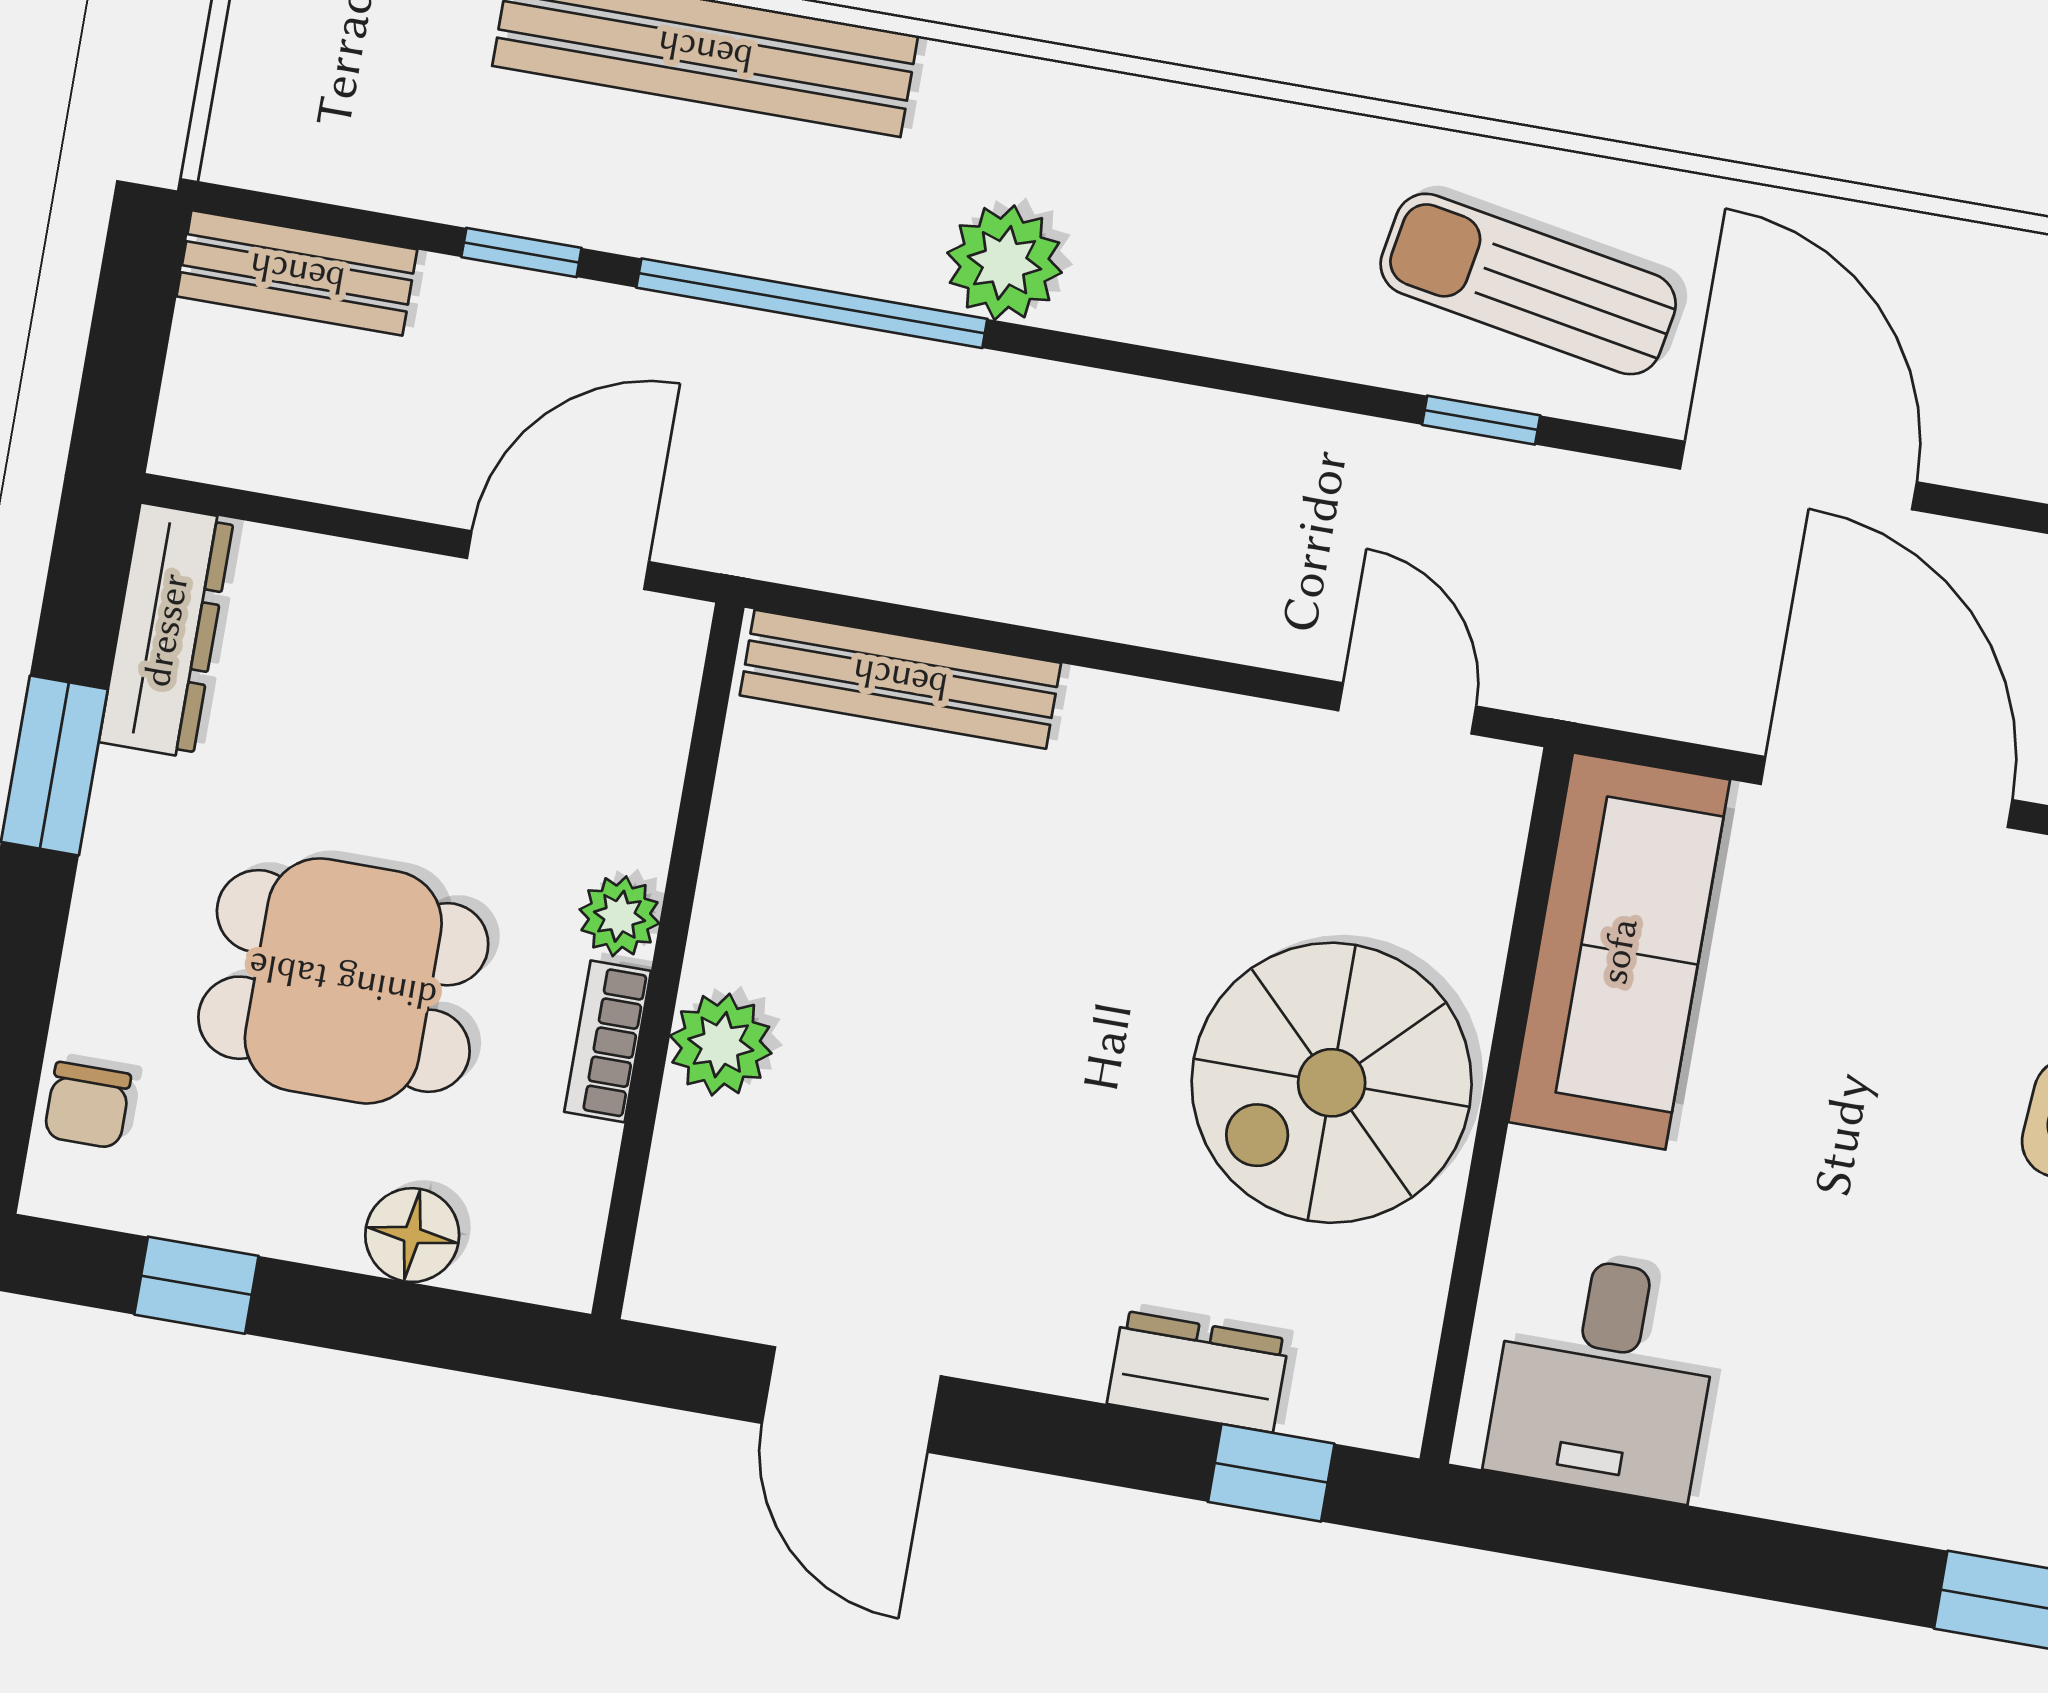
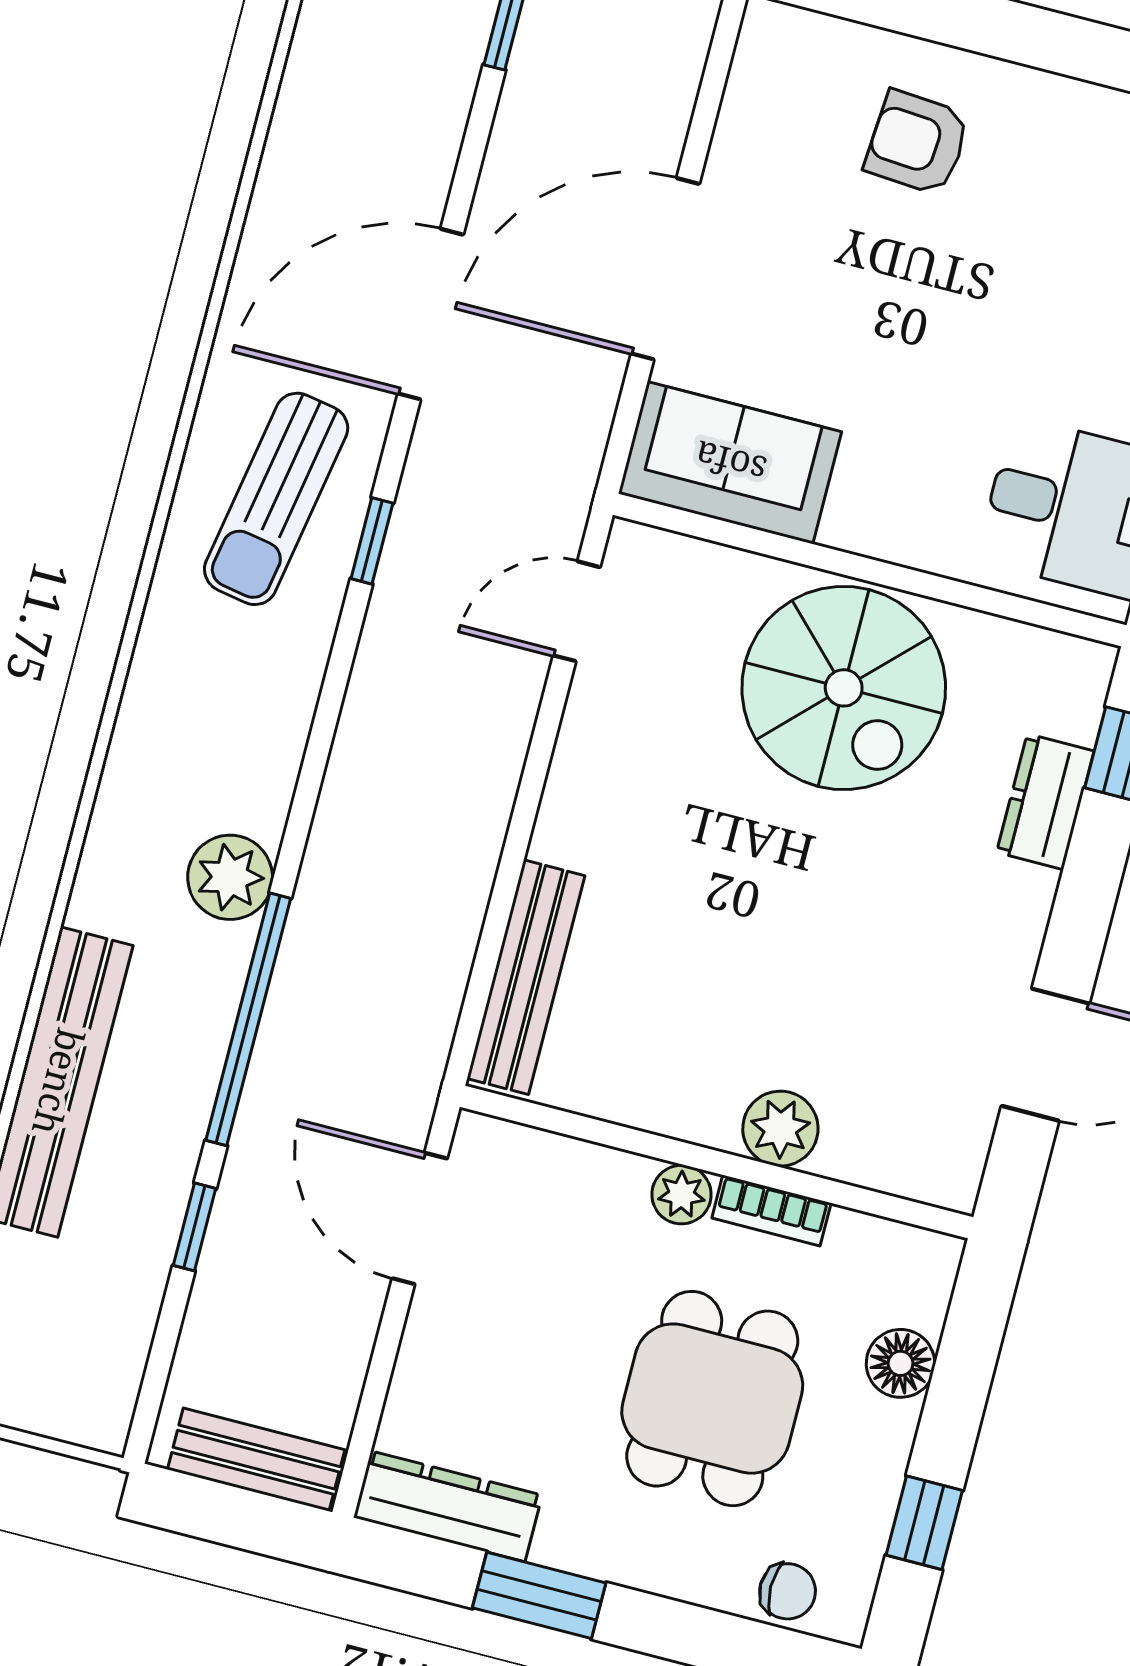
bench: (297, 273) -> (256, 1460), moved, turned 90
sofa: (1619, 951) -> (730, 463), width x0.73

